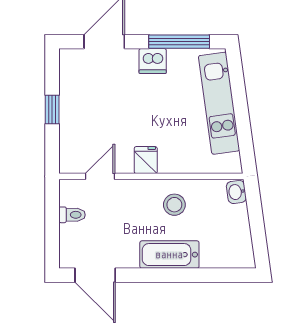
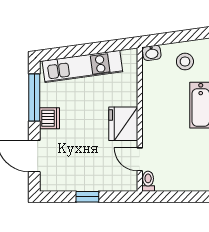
fridge: (146, 160) -> (123, 124), width x1.88, depth x1.34
stool: (174, 205) -> (185, 62), moved
toilet: (72, 215) -> (148, 181), moved

